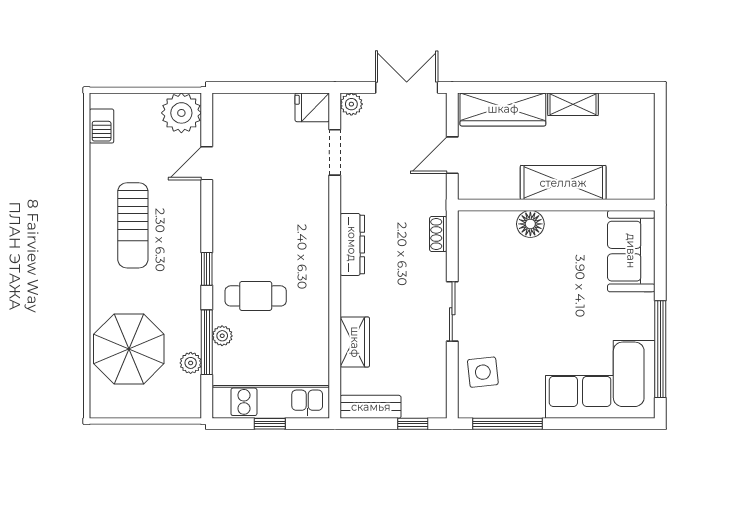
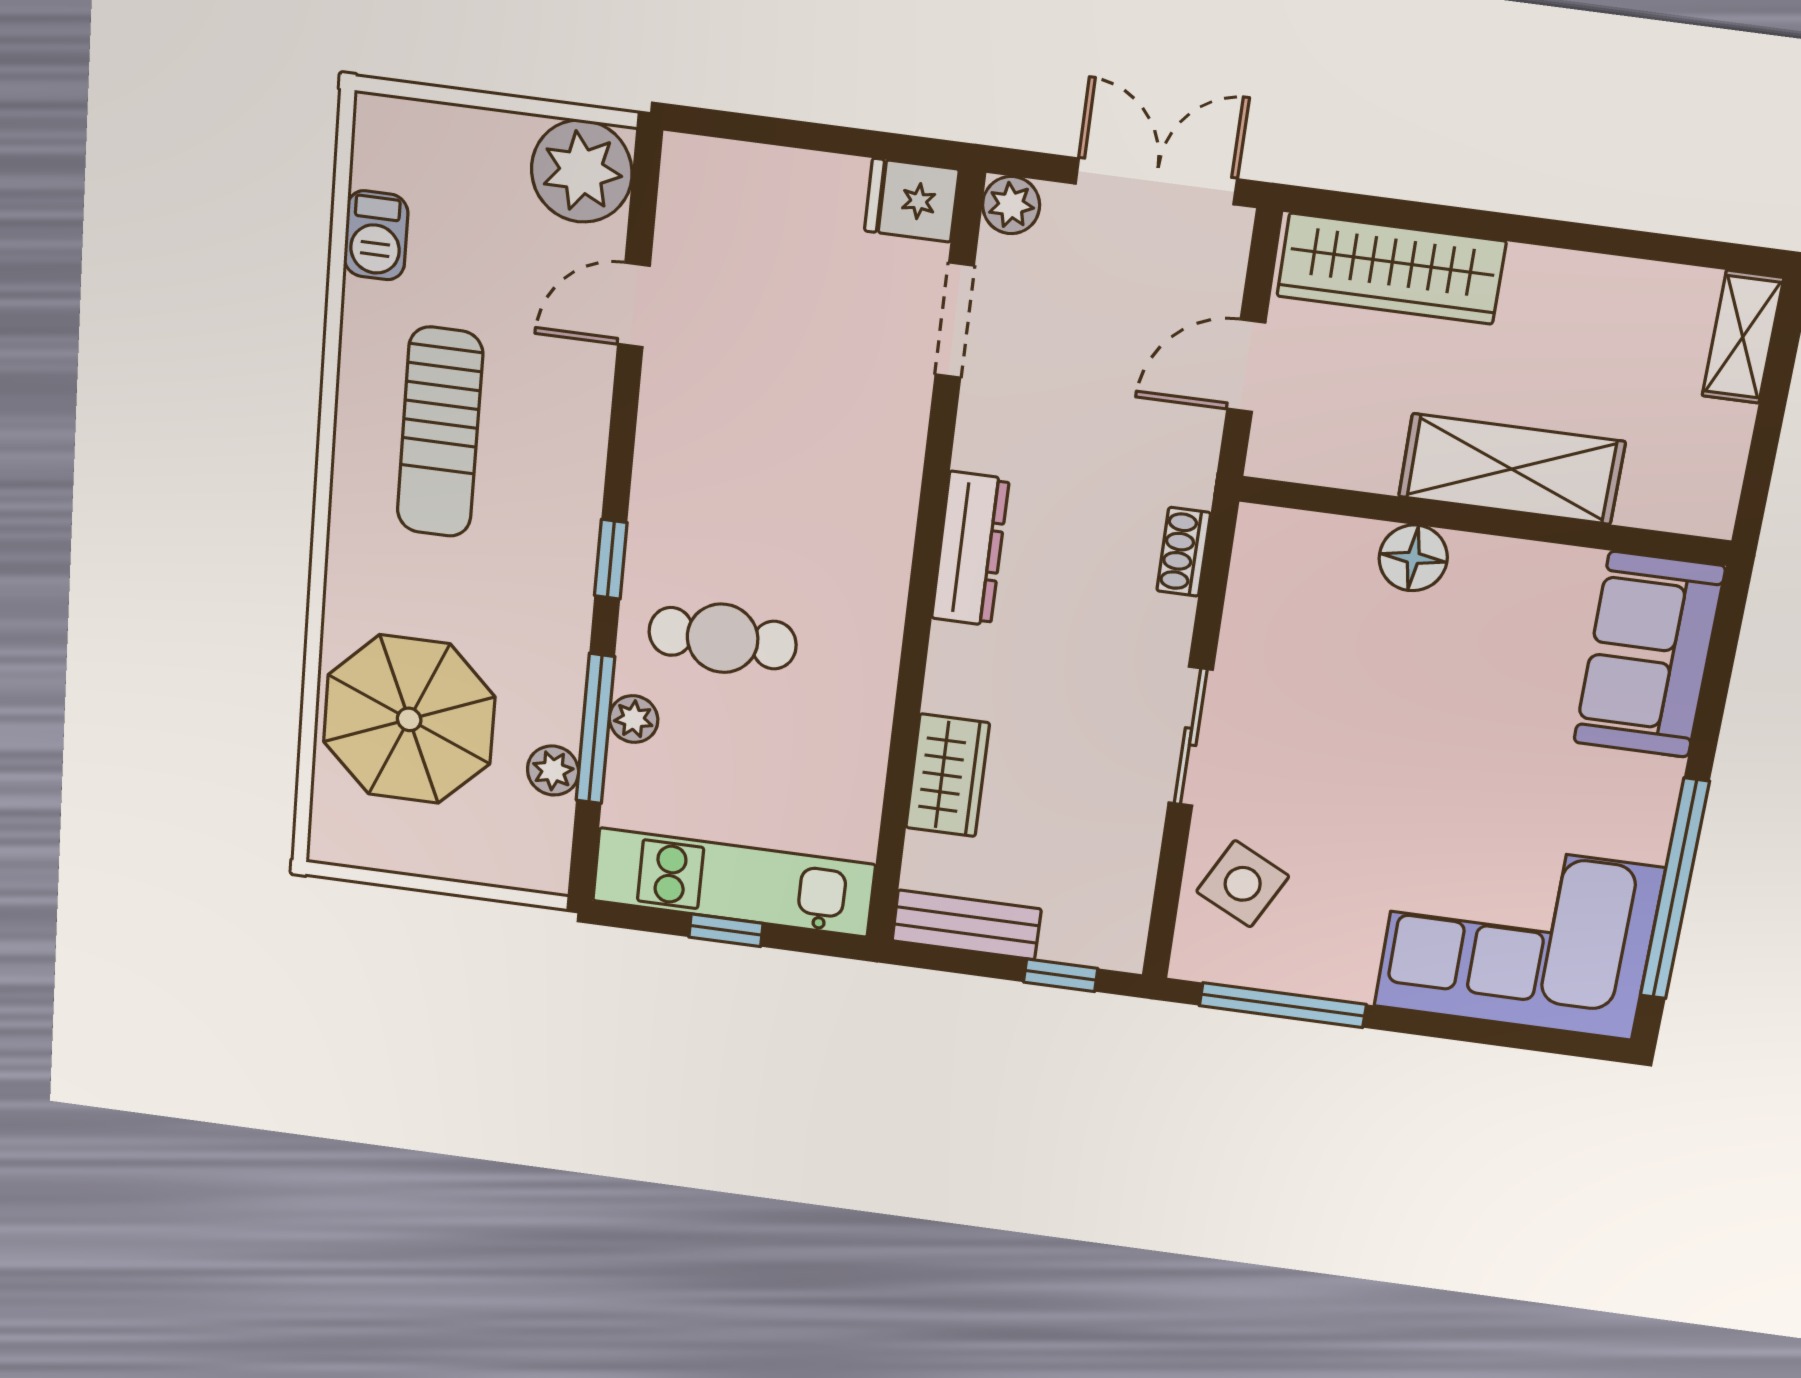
shelving: (573, 104) -> (1743, 337), moved, turned 90
barbecue: (102, 126) -> (376, 235), moved
side table: (483, 372) -> (1243, 884), turned 33

